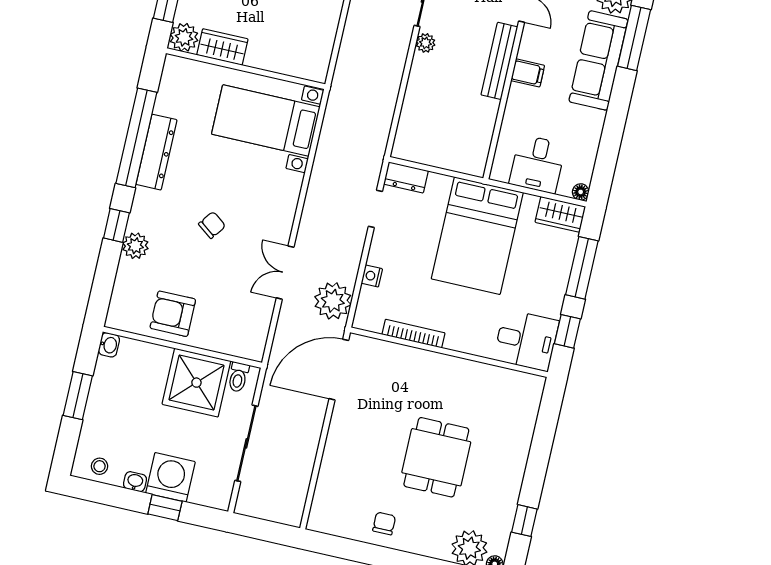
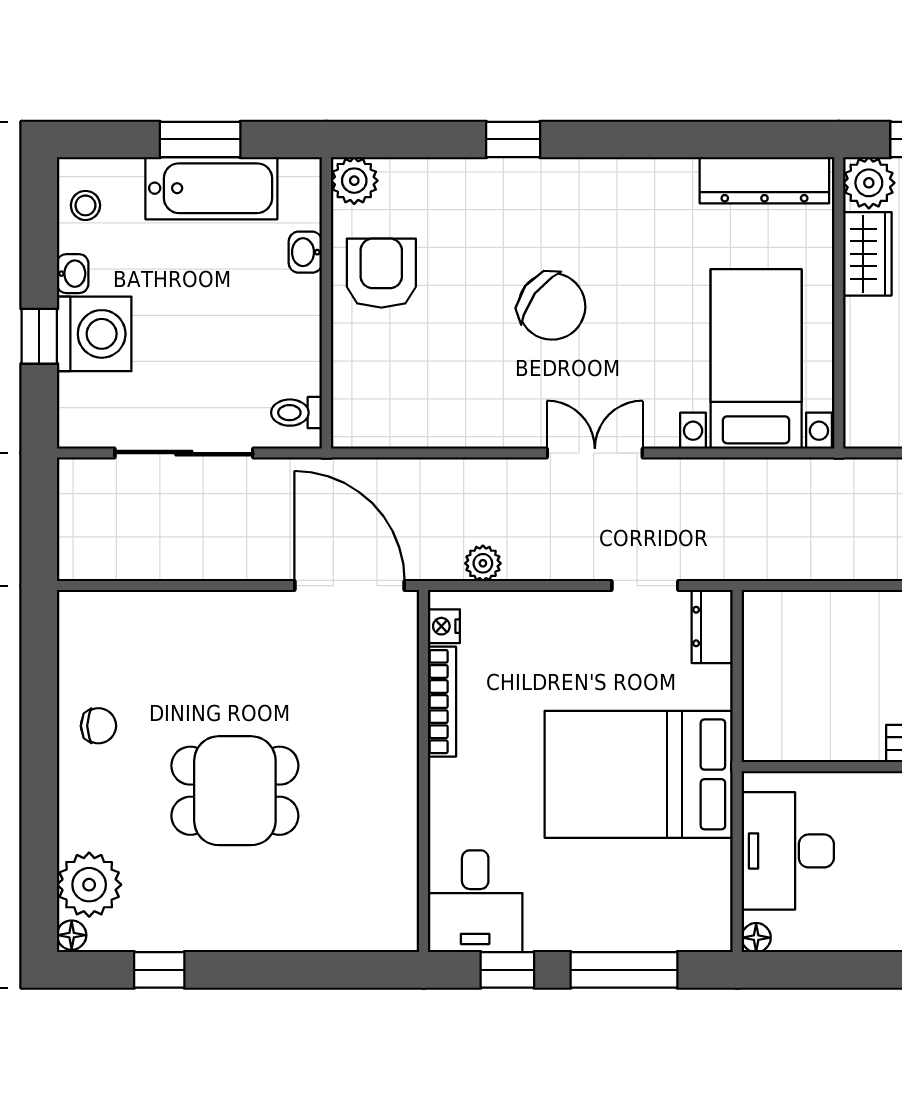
window: (136, 138) -> (674, 139), removed
dresser: (156, 152) -> (764, 180), moved
desk: (537, 164) -> (788, 851), width x1.37
wardrobe: (560, 214) -> (709, 911), removed
chair: (212, 225) -> (552, 306), width x1.87, depth x1.87
plant: (135, 246) -> (354, 181), moved
double door: (285, 273) -> (595, 453), moved
nightstand: (372, 276) -> (444, 626), moved, turned -90
plant: (333, 301) -> (483, 563), width x0.53, depth x0.53
washbasin: (109, 345) -> (305, 252), moved, turned 90
shower: (196, 383) -> (270, 342), removed
bathtub: (106, 396) -> (211, 188), added

